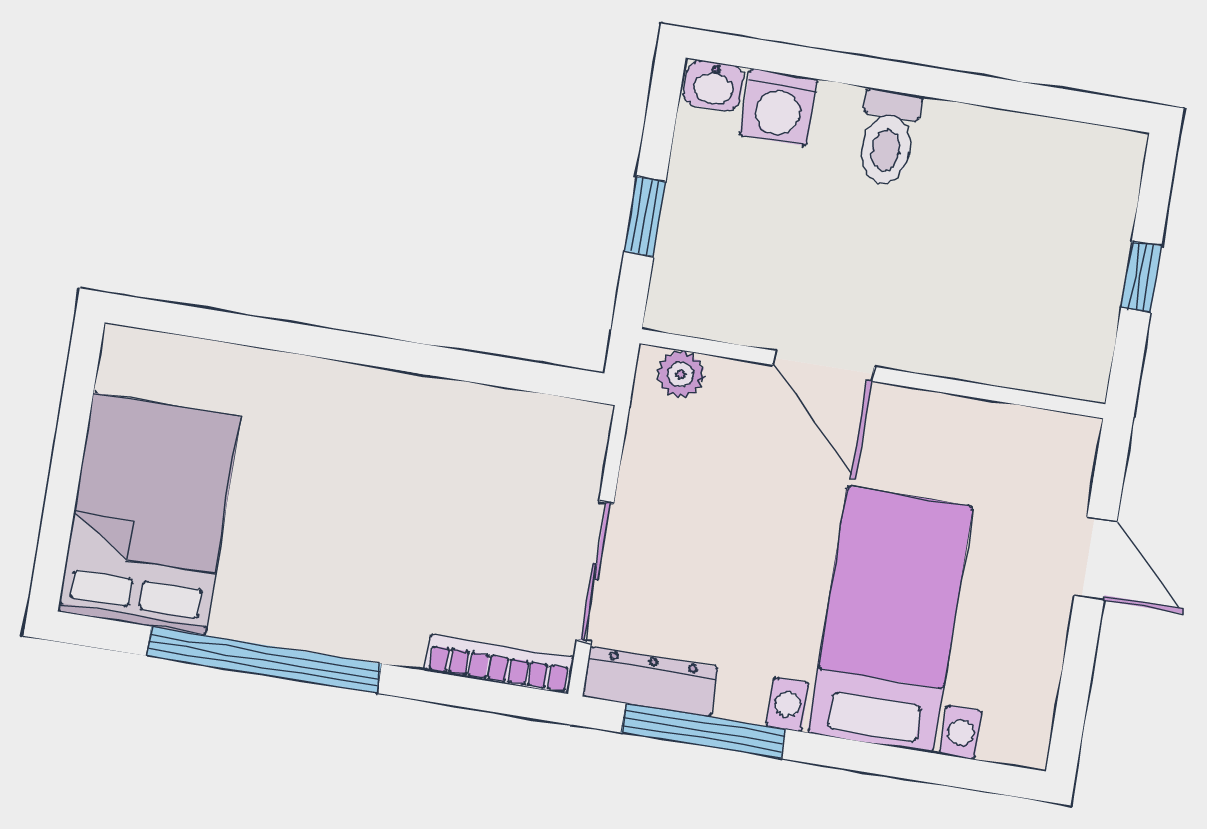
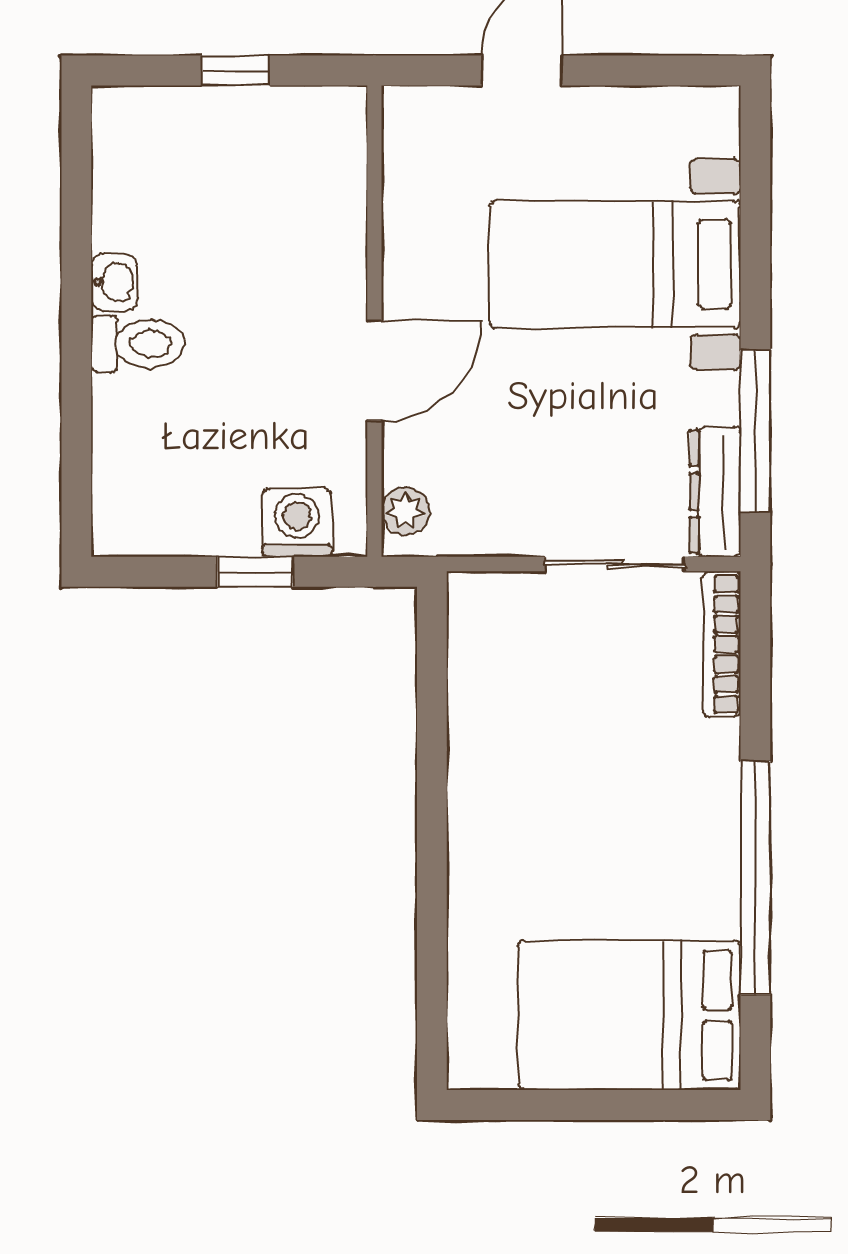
washbasin: (714, 86) -> (114, 282), moved
washing machine: (778, 107) -> (297, 523), moved, turned -90

